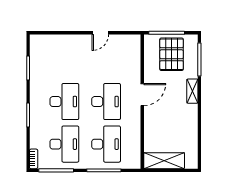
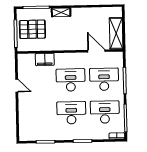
filing cabinet: (133, 69) -> (45, 59), added
door: (142, 95) -> (96, 51), moved

